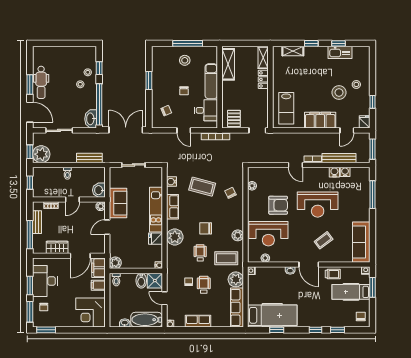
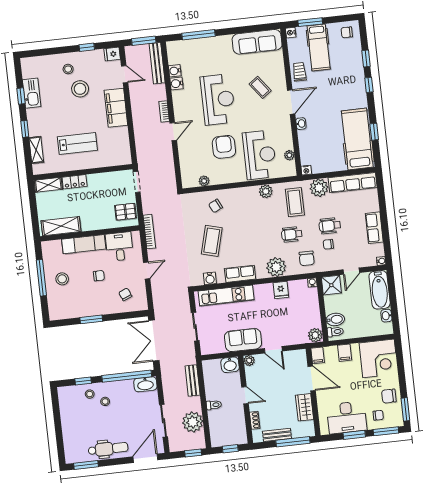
window: (30, 84) -> (86, 465), moved
lab bench: (286, 108) -> (77, 144), moved
plant: (41, 154) -> (193, 422), moved
bench: (339, 158) -> (157, 63), moved
kitchen unit: (156, 210) -> (226, 296), moved
chair: (206, 228) -> (307, 258), moved
filing cabinet: (98, 268) -> (318, 355), width x0.50
bidet: (141, 281) -> (335, 319), moved
chair: (59, 318) -> (389, 396), added

